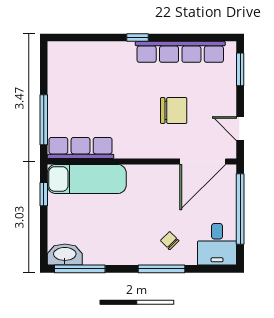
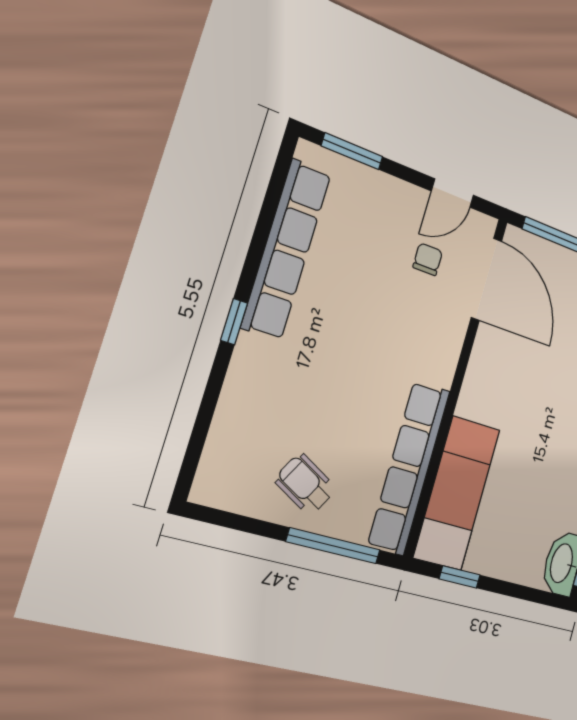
wheelchair: (70, 96) -> (305, 484), added
chair: (174, 110) -> (428, 259), moved, width x0.54, depth x0.54
row of seats: (81, 148) -> (409, 468), width x1.36

